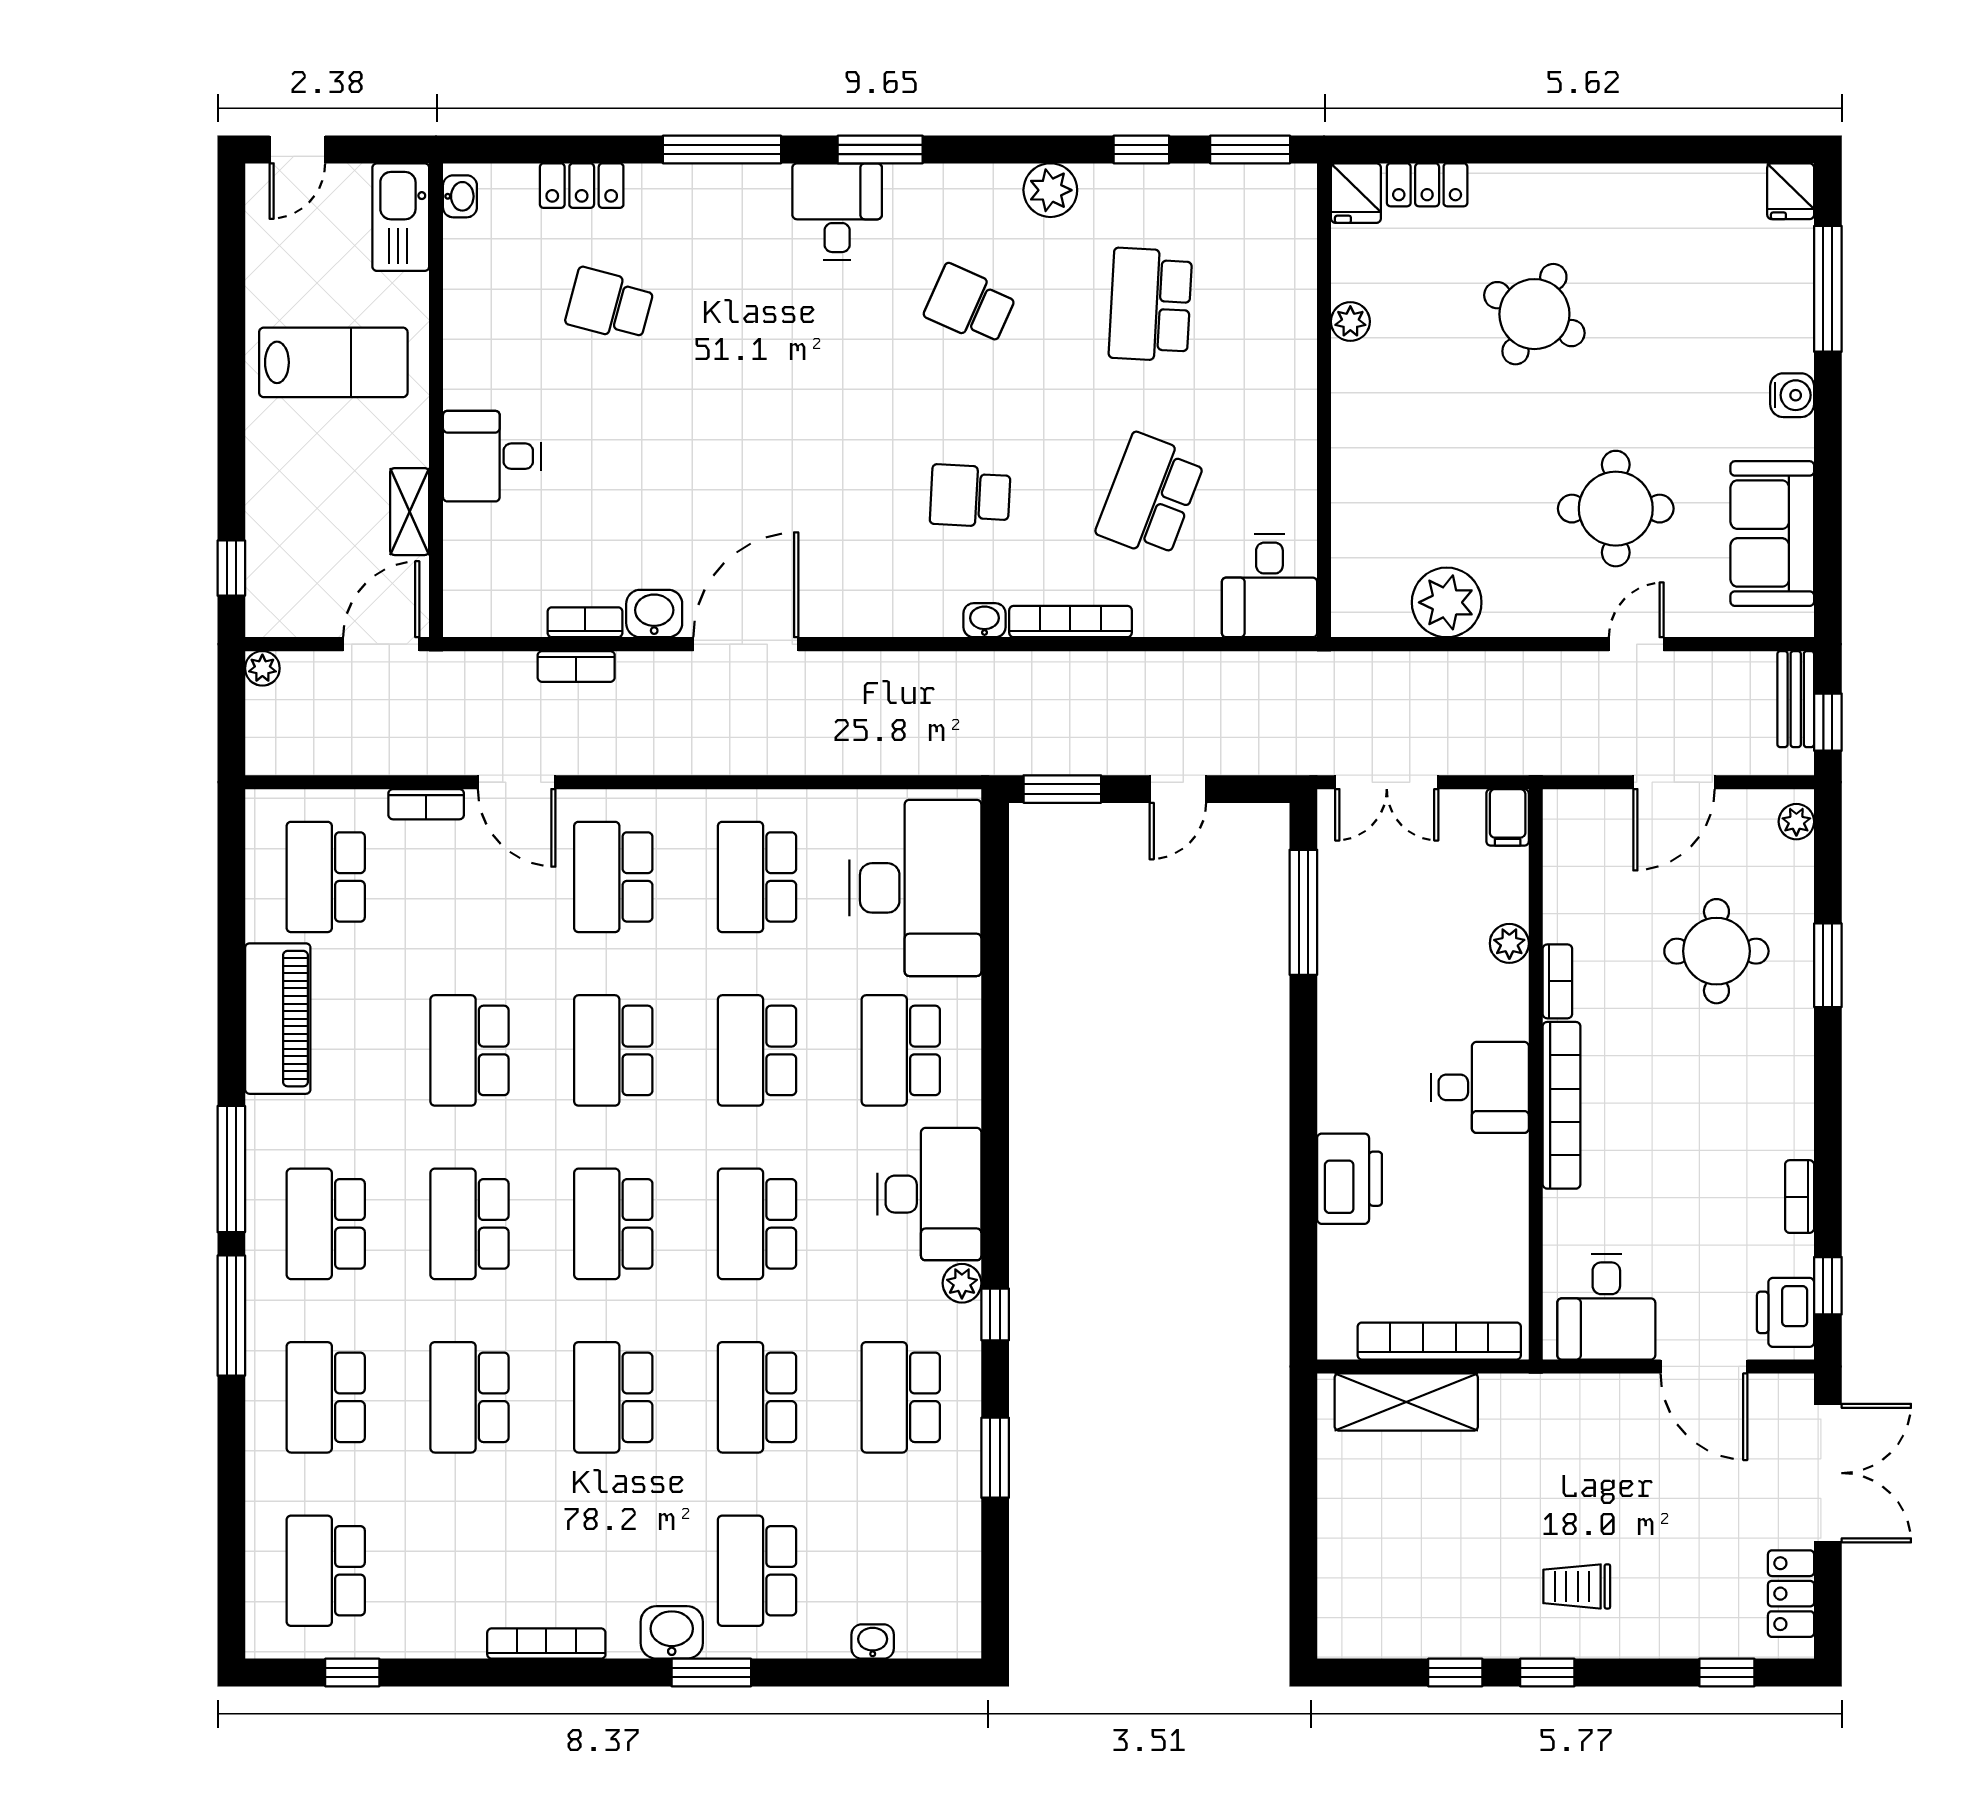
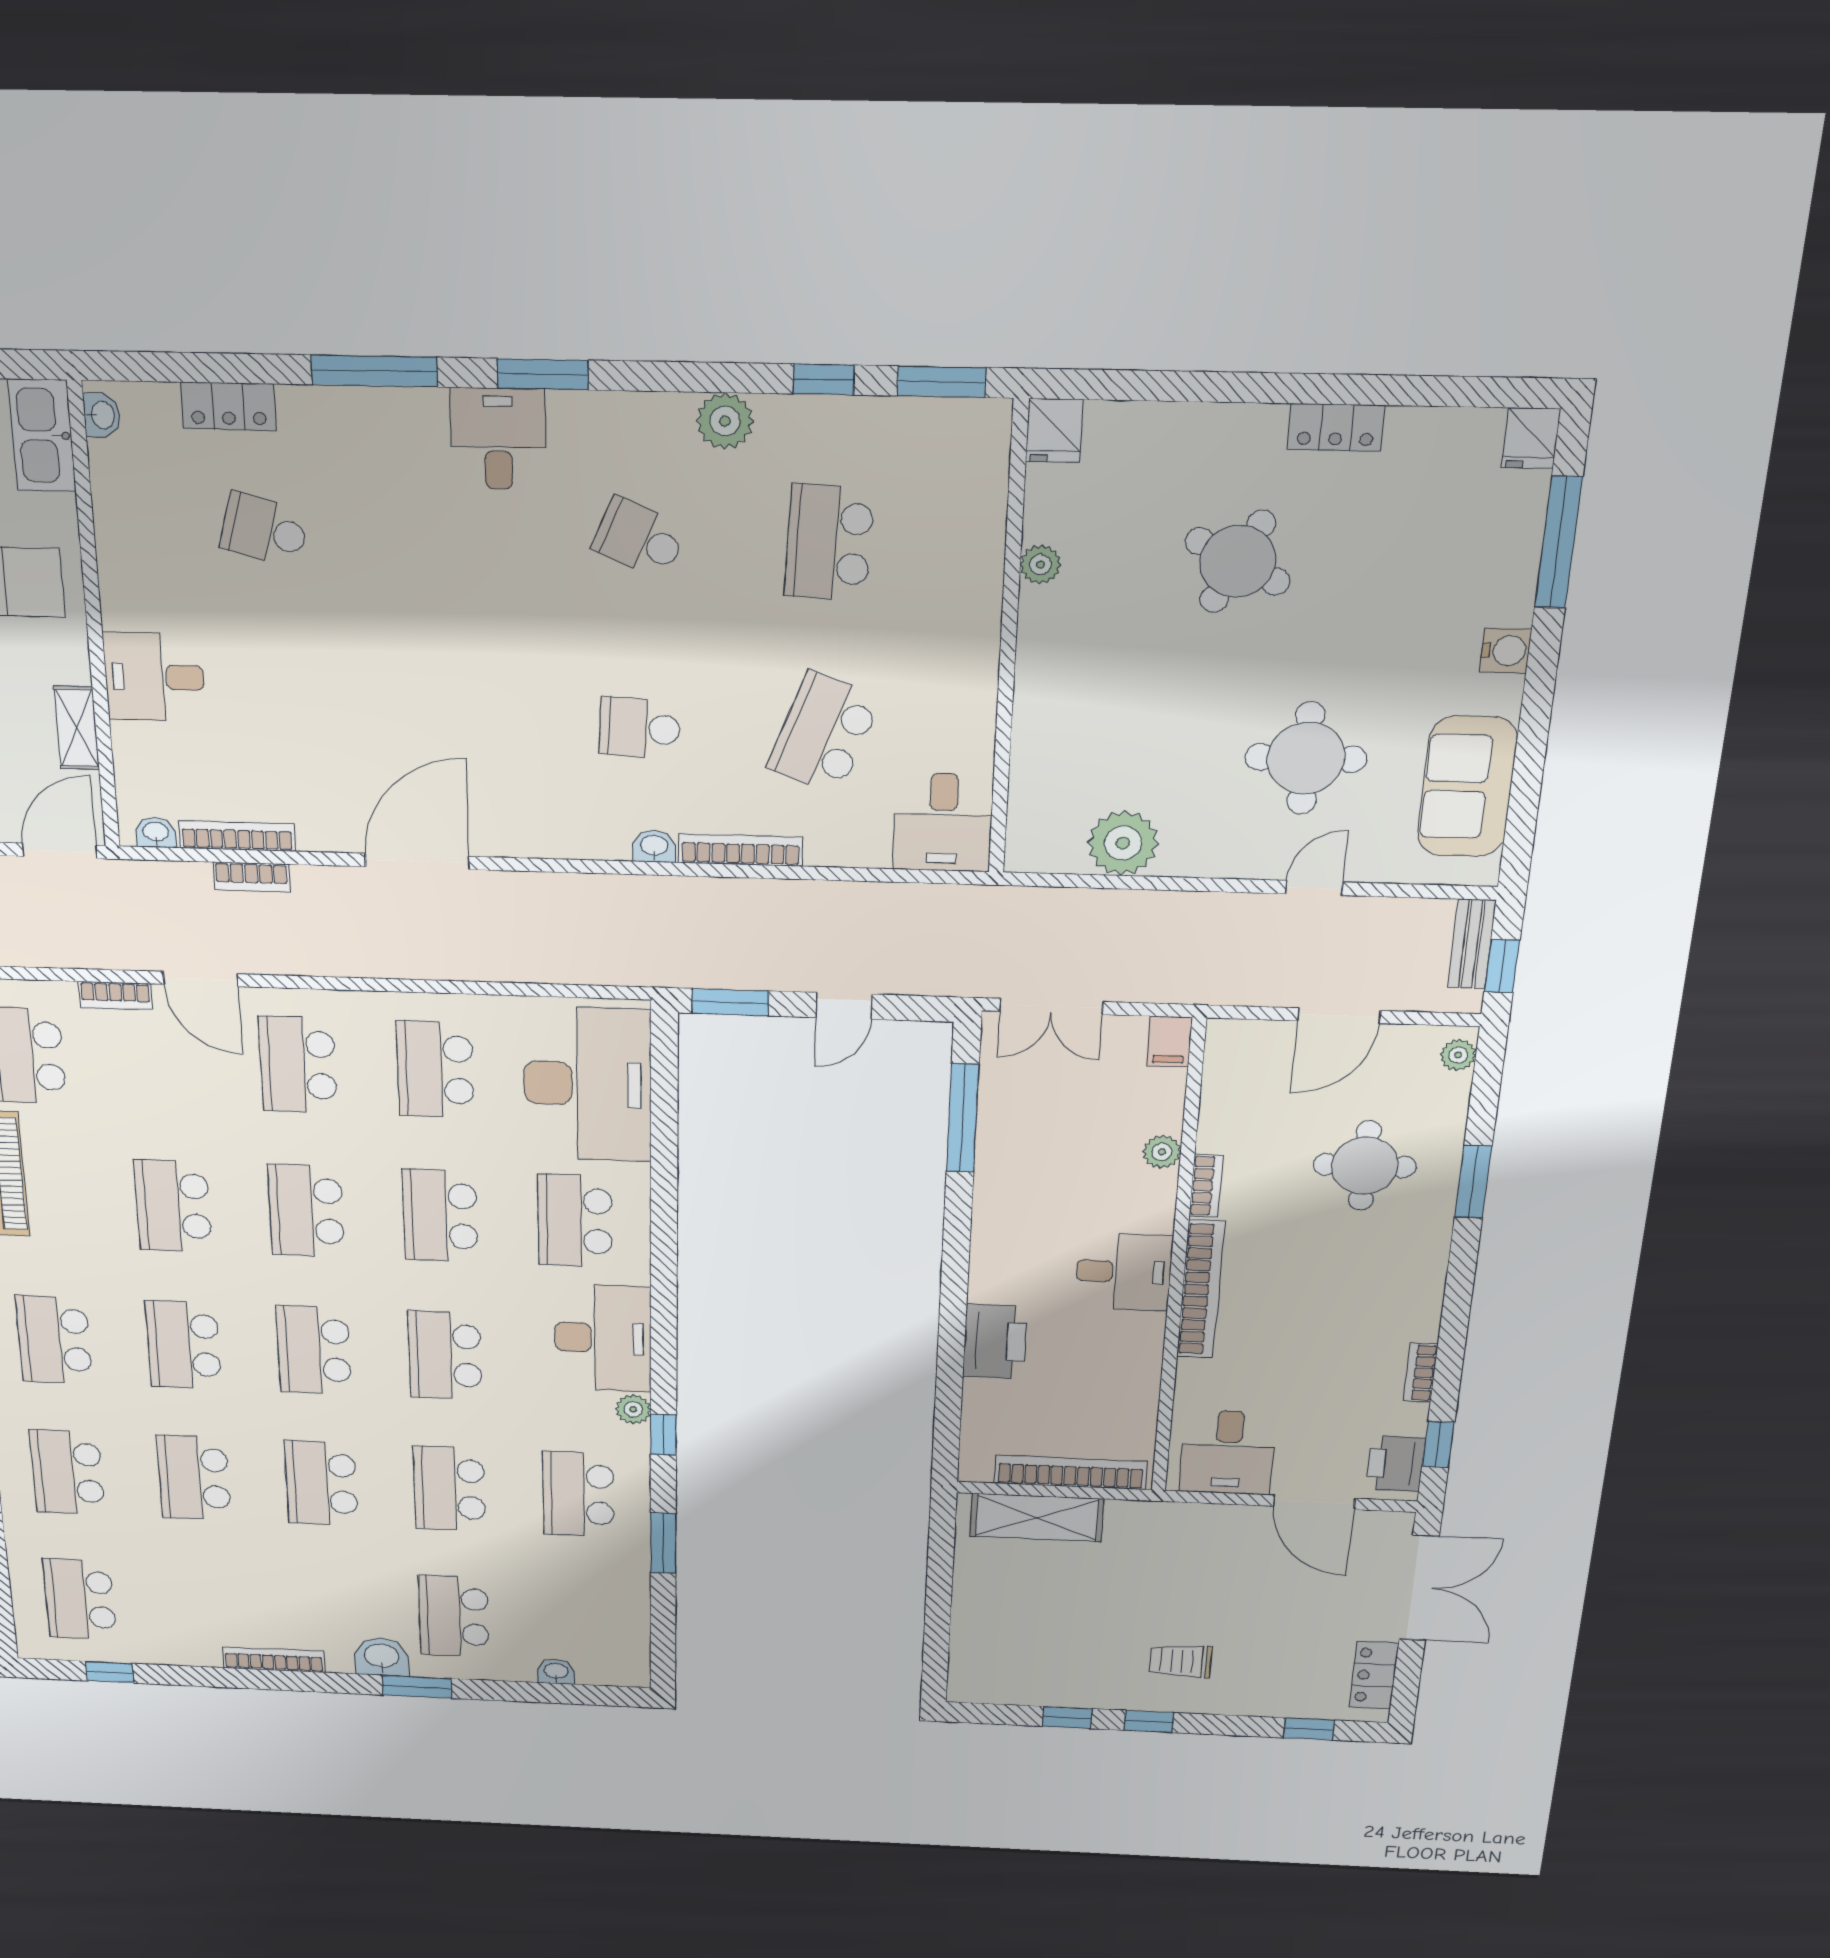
locker: (1427, 185) -> (1336, 427), moved
washbasin: (654, 613) -> (156, 832), moved, width x0.72, depth x0.69
bookcase: (585, 622) -> (237, 836), width x1.56

